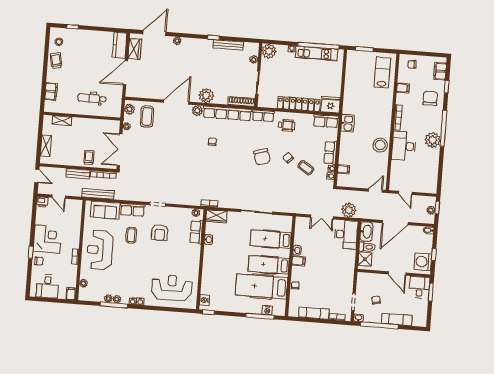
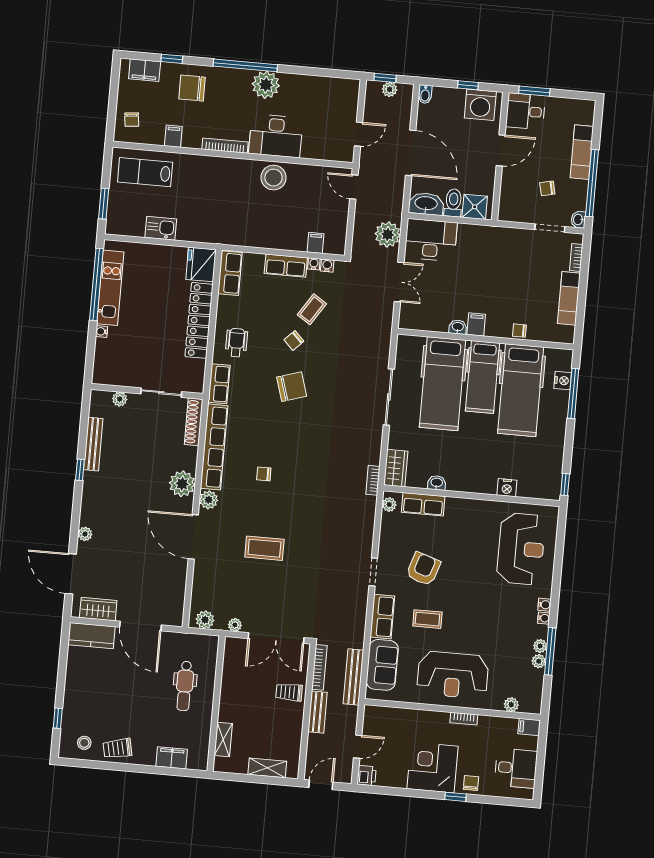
plant: (269, 51) -> (105, 372), removed
coffee table: (147, 117) -> (264, 548), moved
kitchen sink: (347, 123) -> (161, 228), moved
armchair: (160, 233) -> (423, 569), turned -72
hospital bed: (271, 239) -> (442, 384), width x1.37, depth x1.29
reception desk: (172, 288) -> (521, 549), turned 180
nightstand: (205, 300) -> (507, 488), moved

